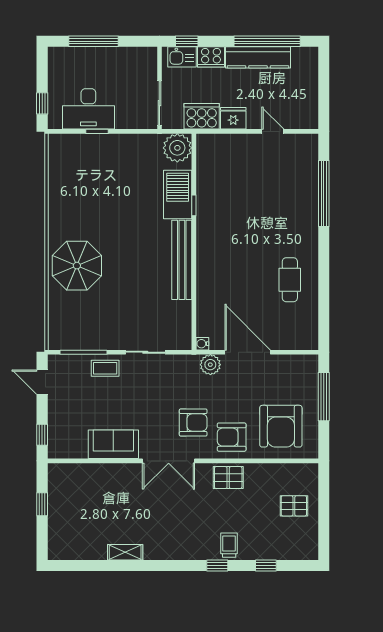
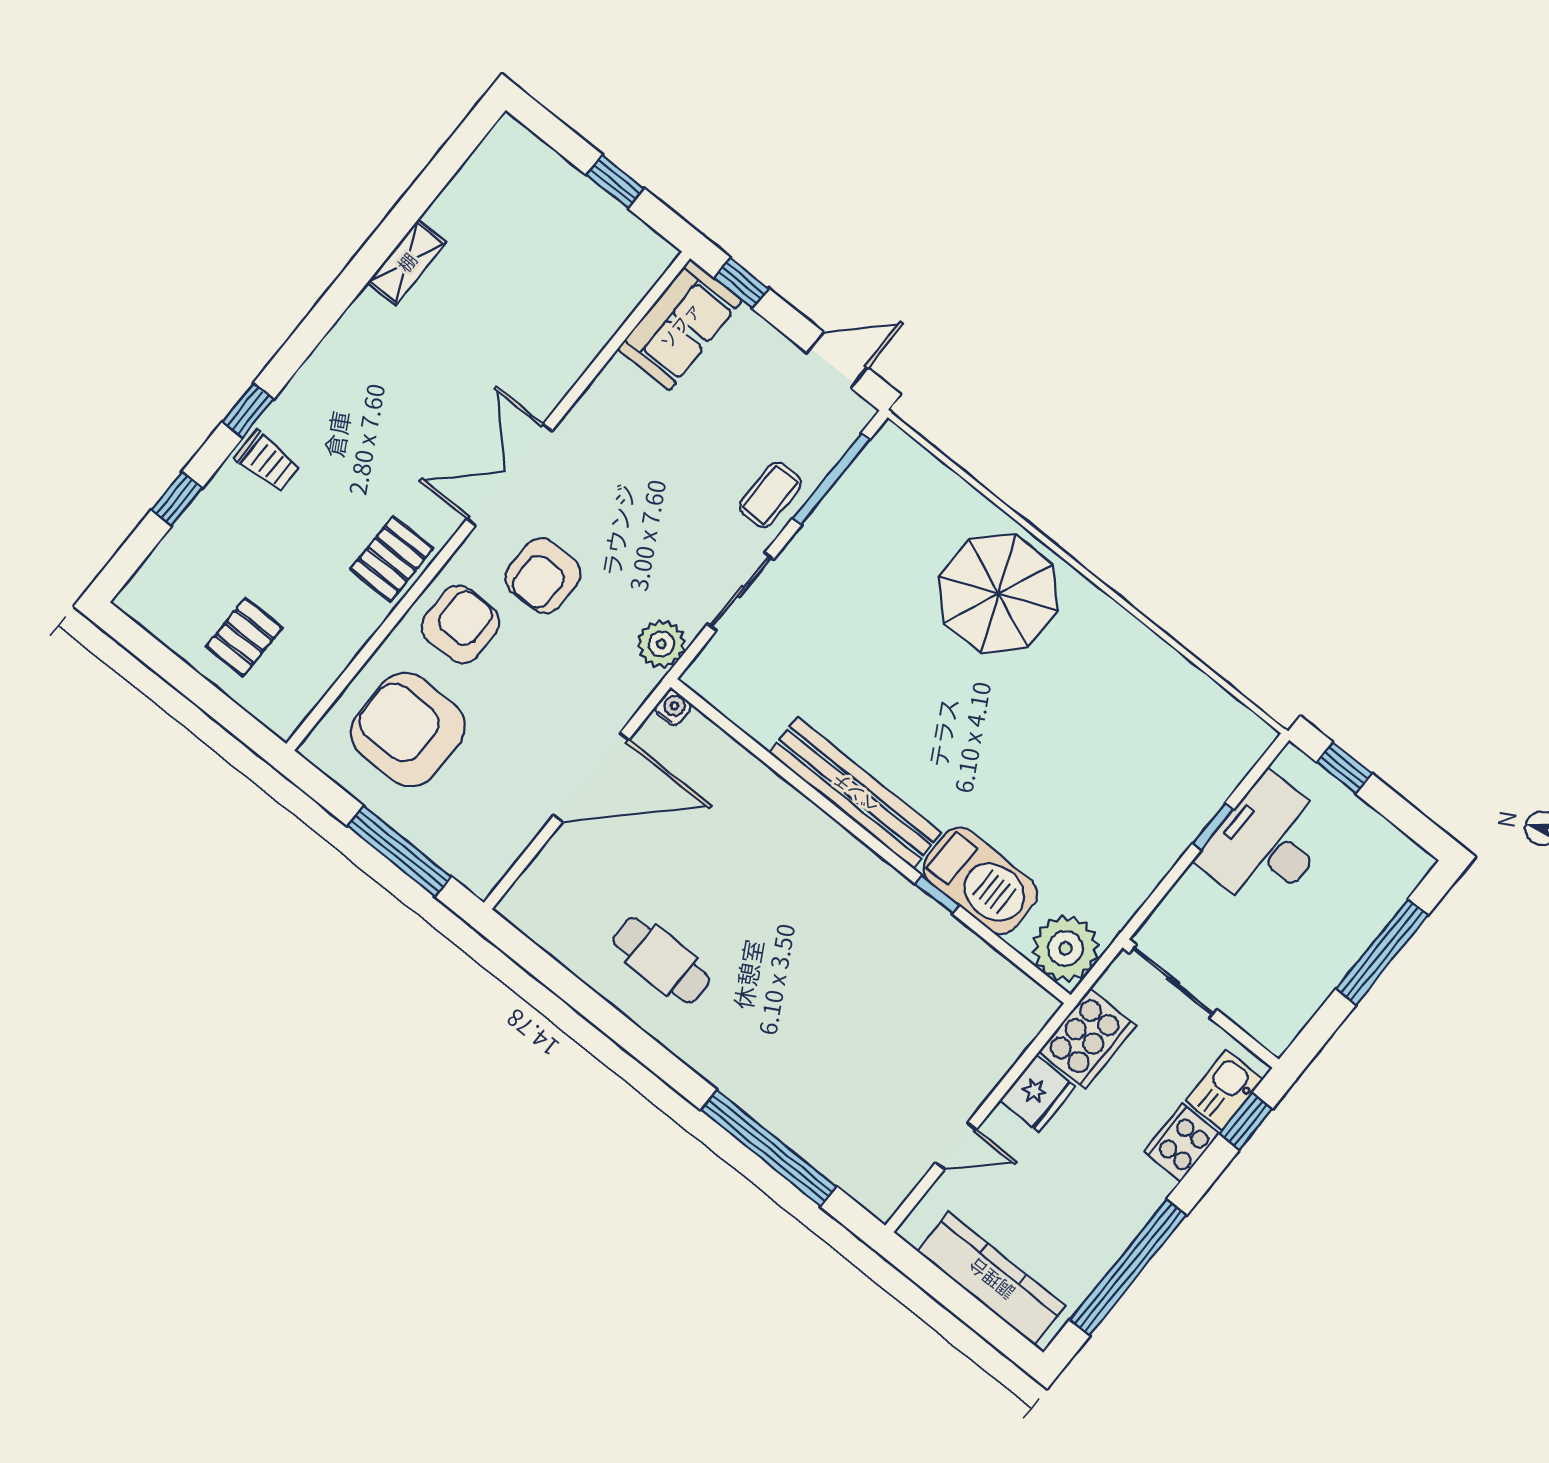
kitchen counter: (258, 57) -> (991, 1279), moved, turned 90
plant: (210, 365) -> (661, 644), moved
sofa: (113, 444) -> (680, 325), moved

